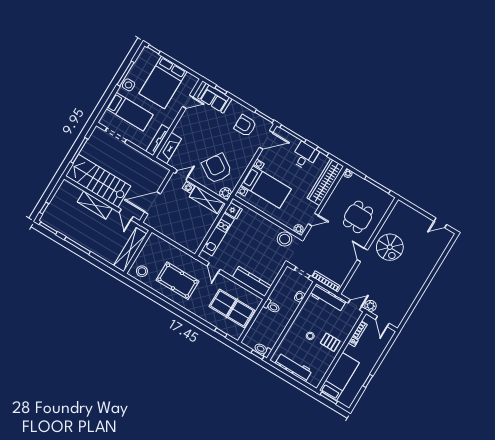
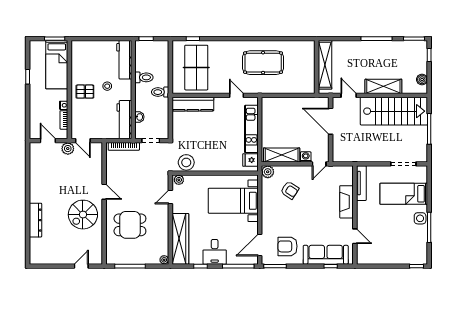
bed: (163, 82) -> (389, 240), removed
sofa: (215, 98) -> (326, 255), width x1.36
door: (188, 102) -> (355, 236), swing flipped
armchair: (245, 126) -> (288, 246), turned 180
fireplace: (169, 148) -> (346, 202), moved
armchair: (217, 168) -> (290, 190), width x0.53, depth x0.53
boiler: (61, 192) -> (422, 79), added
door: (152, 203) -> (331, 121), swing flipped
dining table: (358, 217) -> (130, 225), turned 90
door: (440, 223) -> (81, 266), moved
spiral stairs: (390, 247) -> (83, 215), turned -90
dresser: (430, 265) -> (35, 220), added
stool: (142, 271) -> (302, 51), removed
workbench: (328, 298) -> (124, 120), moved, turned -90
door: (355, 305) -> (83, 141), hinge flipped
table tennis table: (232, 308) -> (196, 68), turned 90
toilet: (263, 350) -> (144, 77), moved
workbench: (294, 367) -> (124, 60), moved, turned 90

